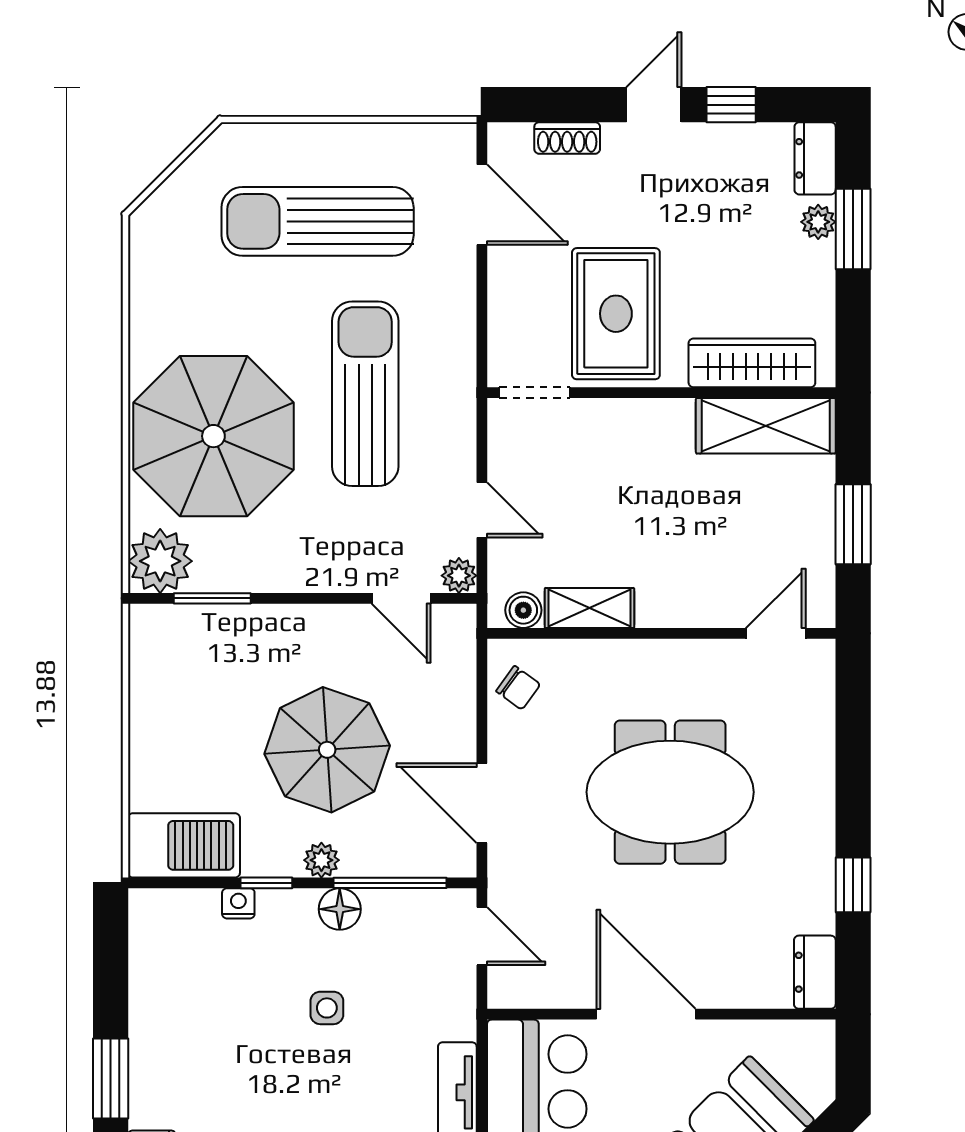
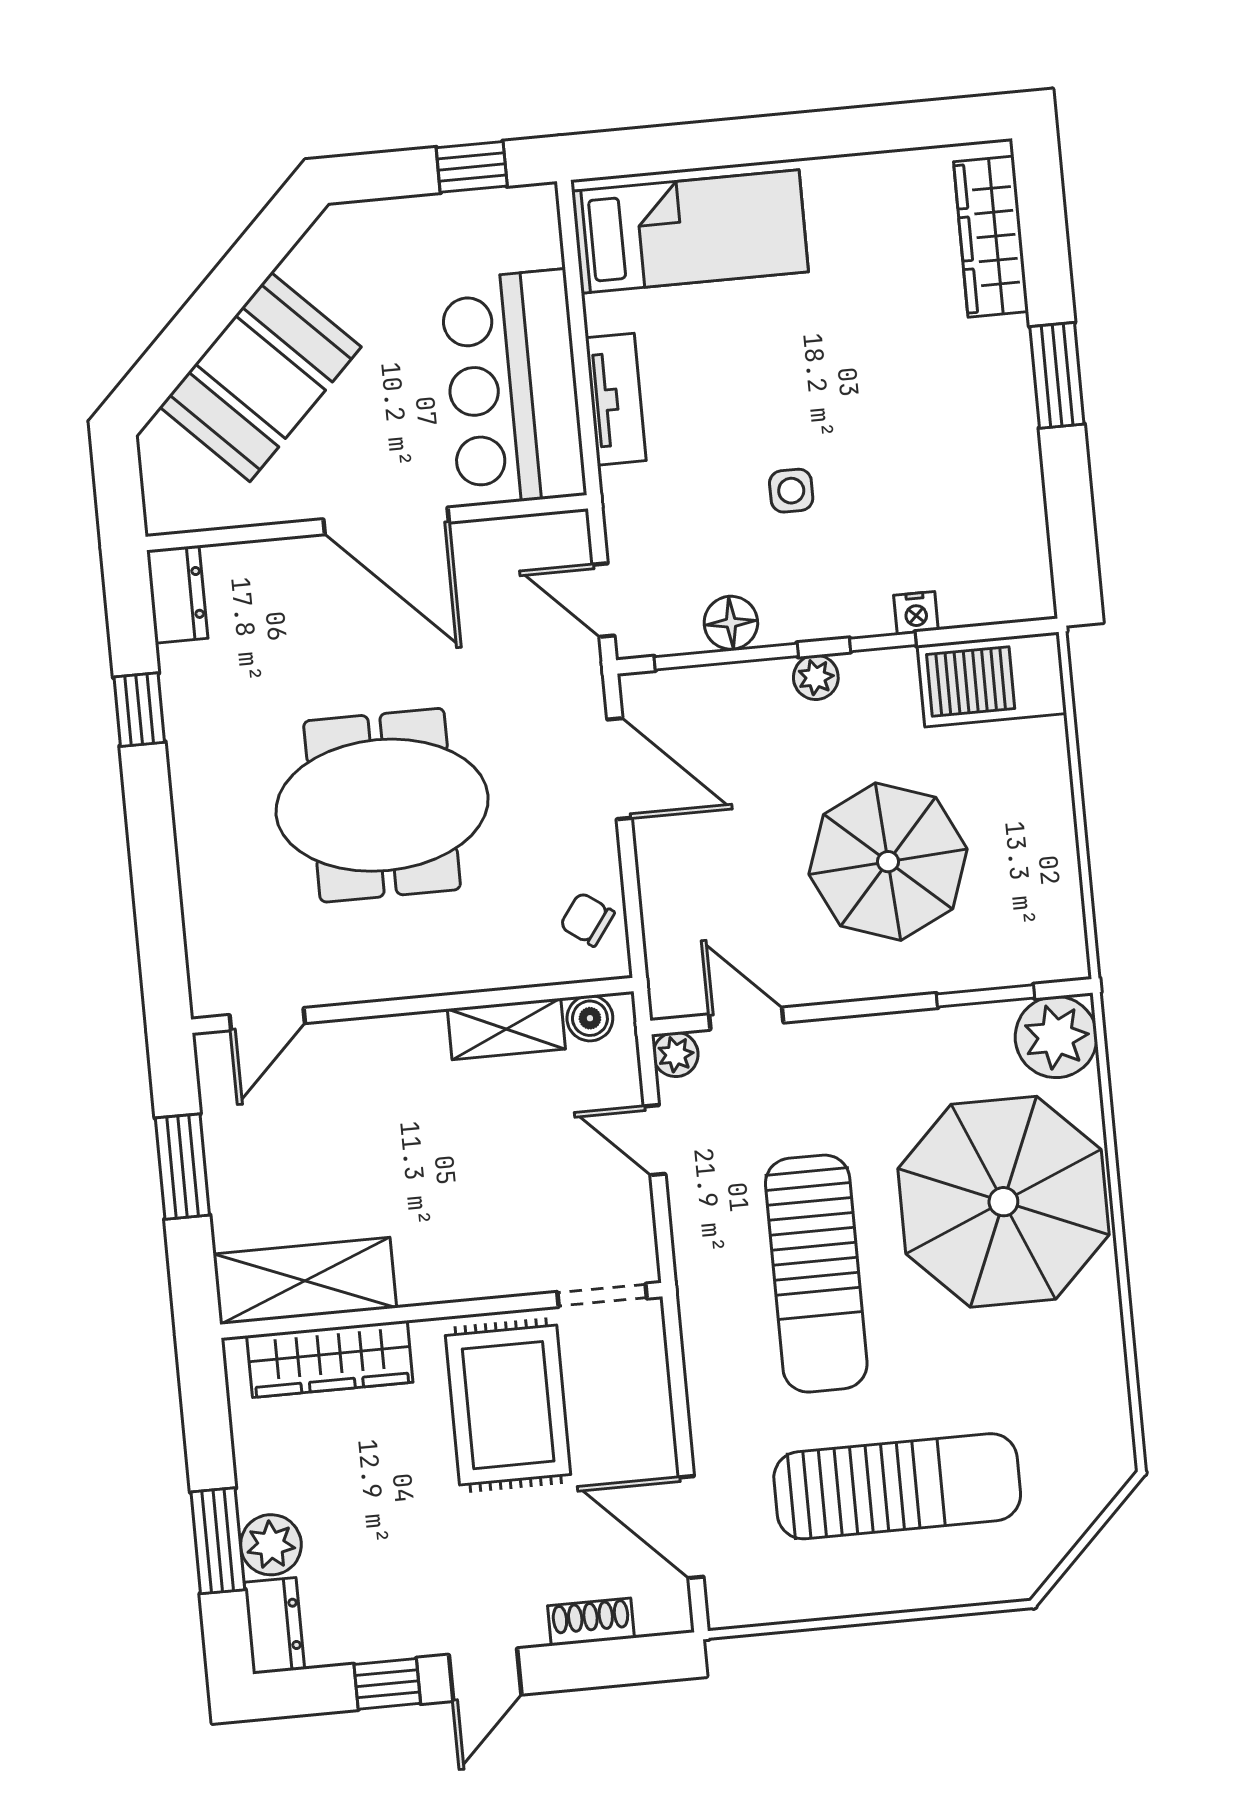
plant: (818, 222) -> (271, 1545), width x1.38, depth x1.38
parasol: (327, 750) -> (888, 862), moved
floor lamp: (340, 909) -> (731, 623), moved

